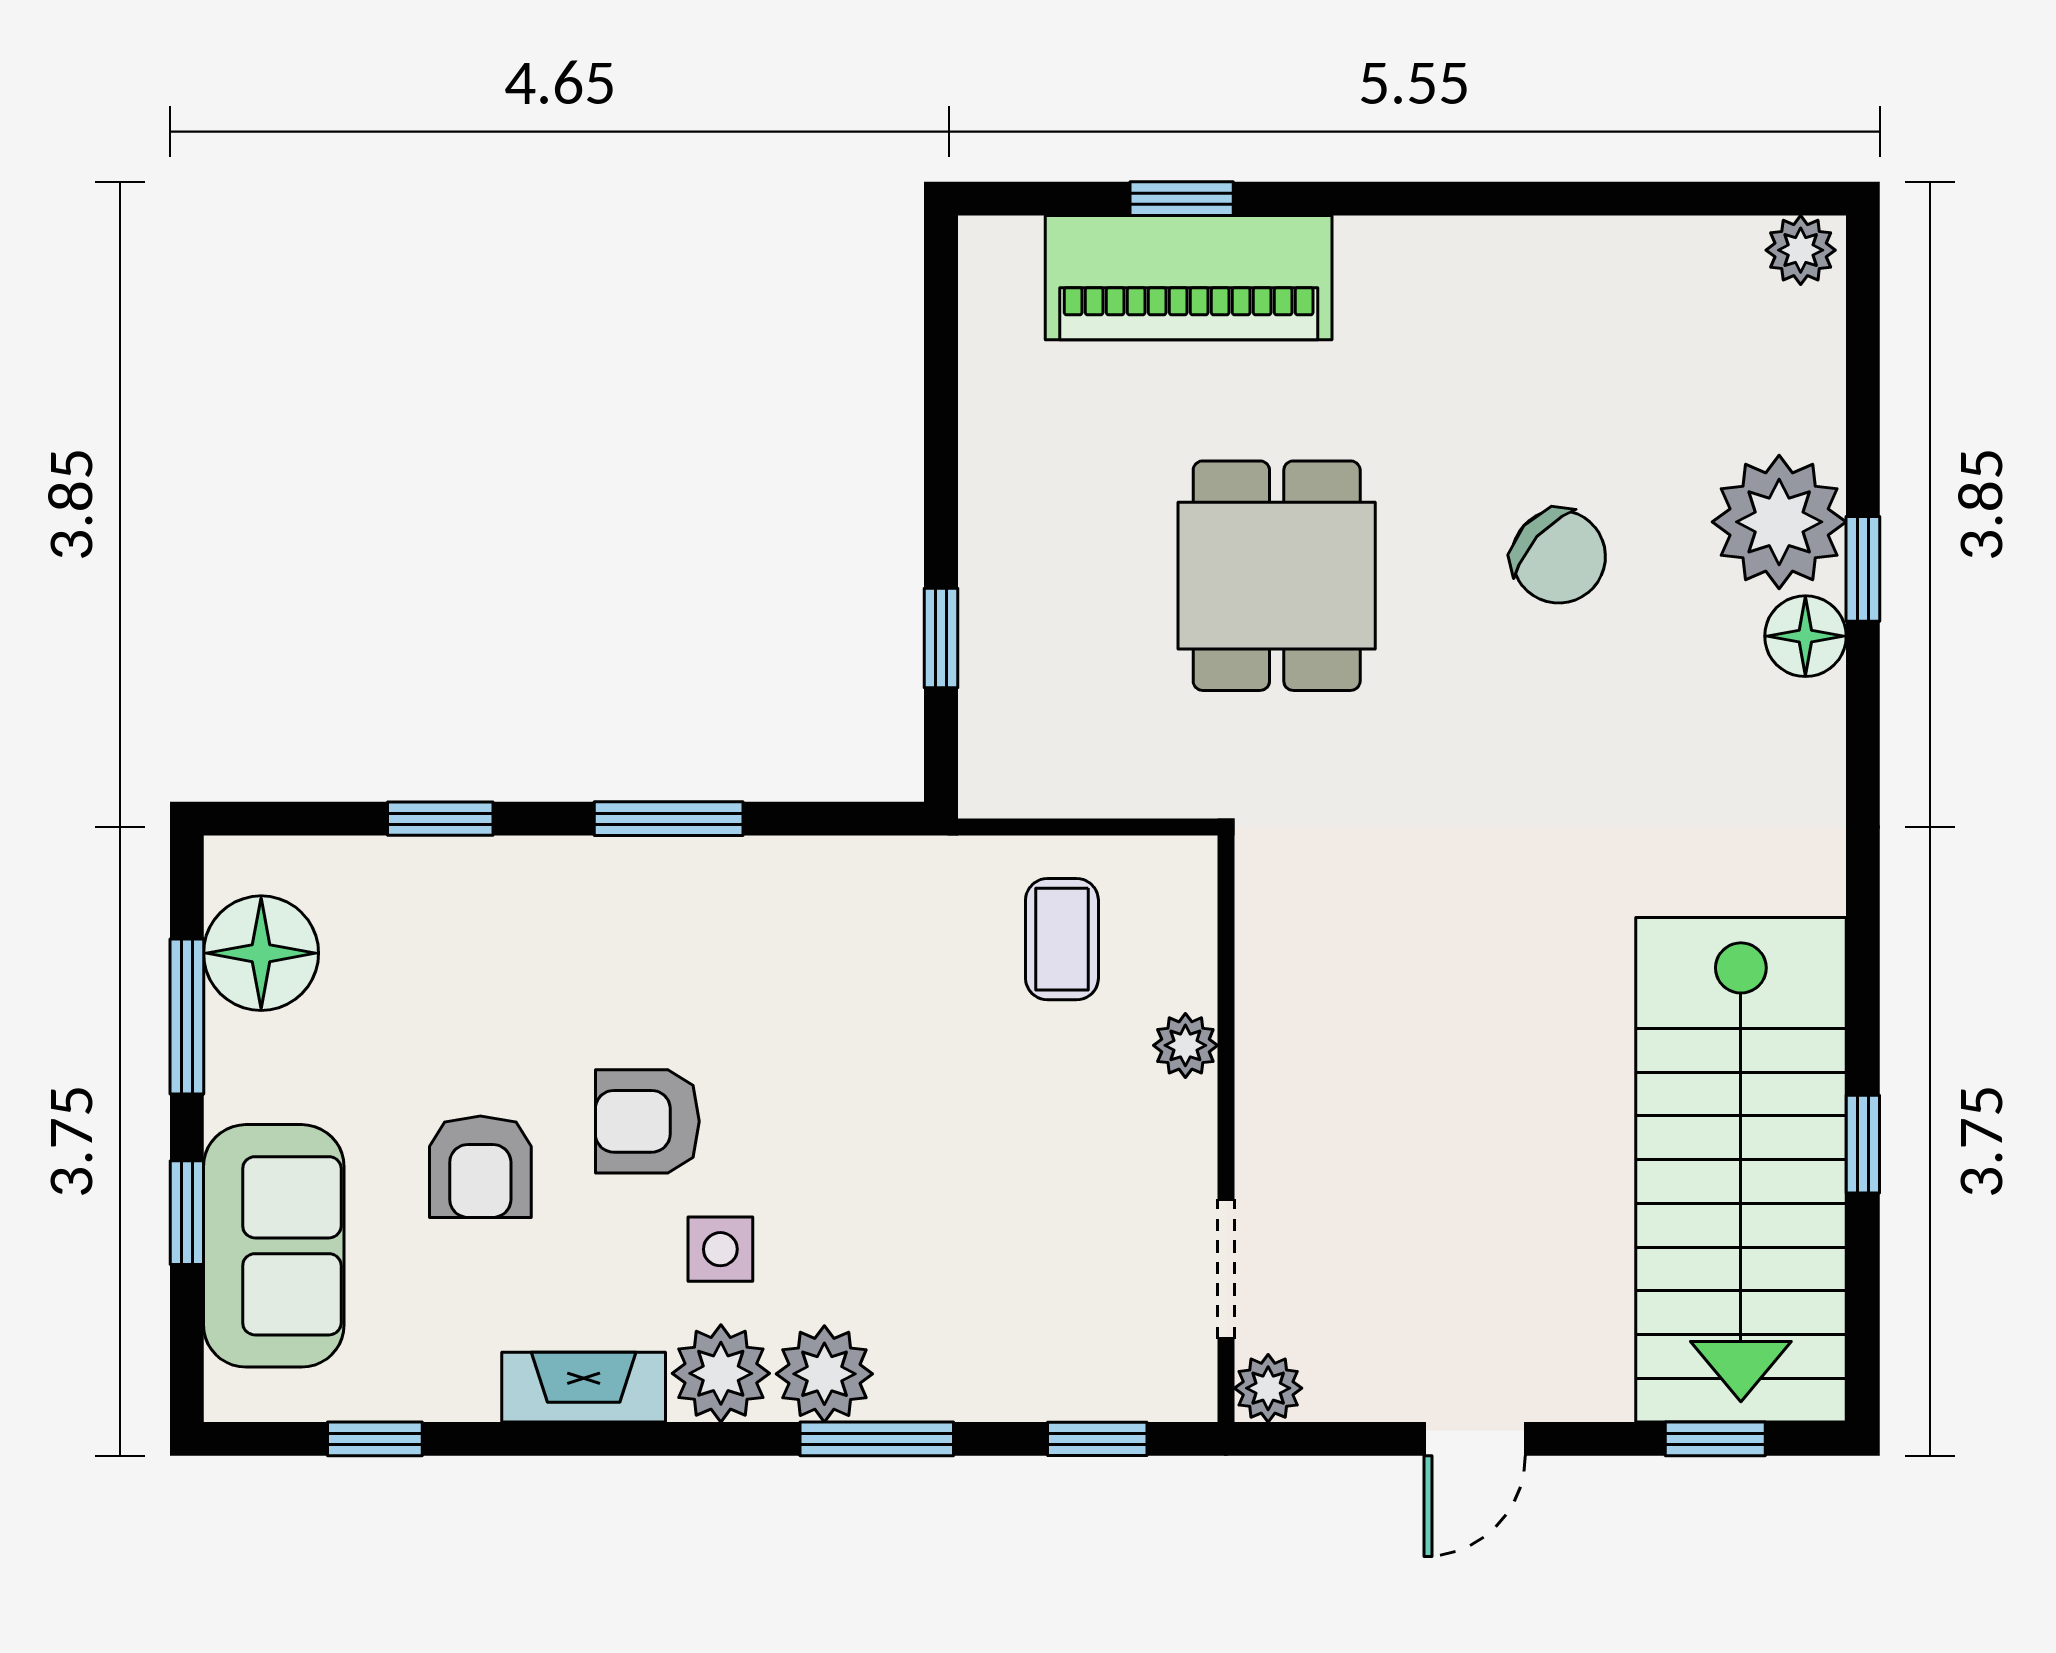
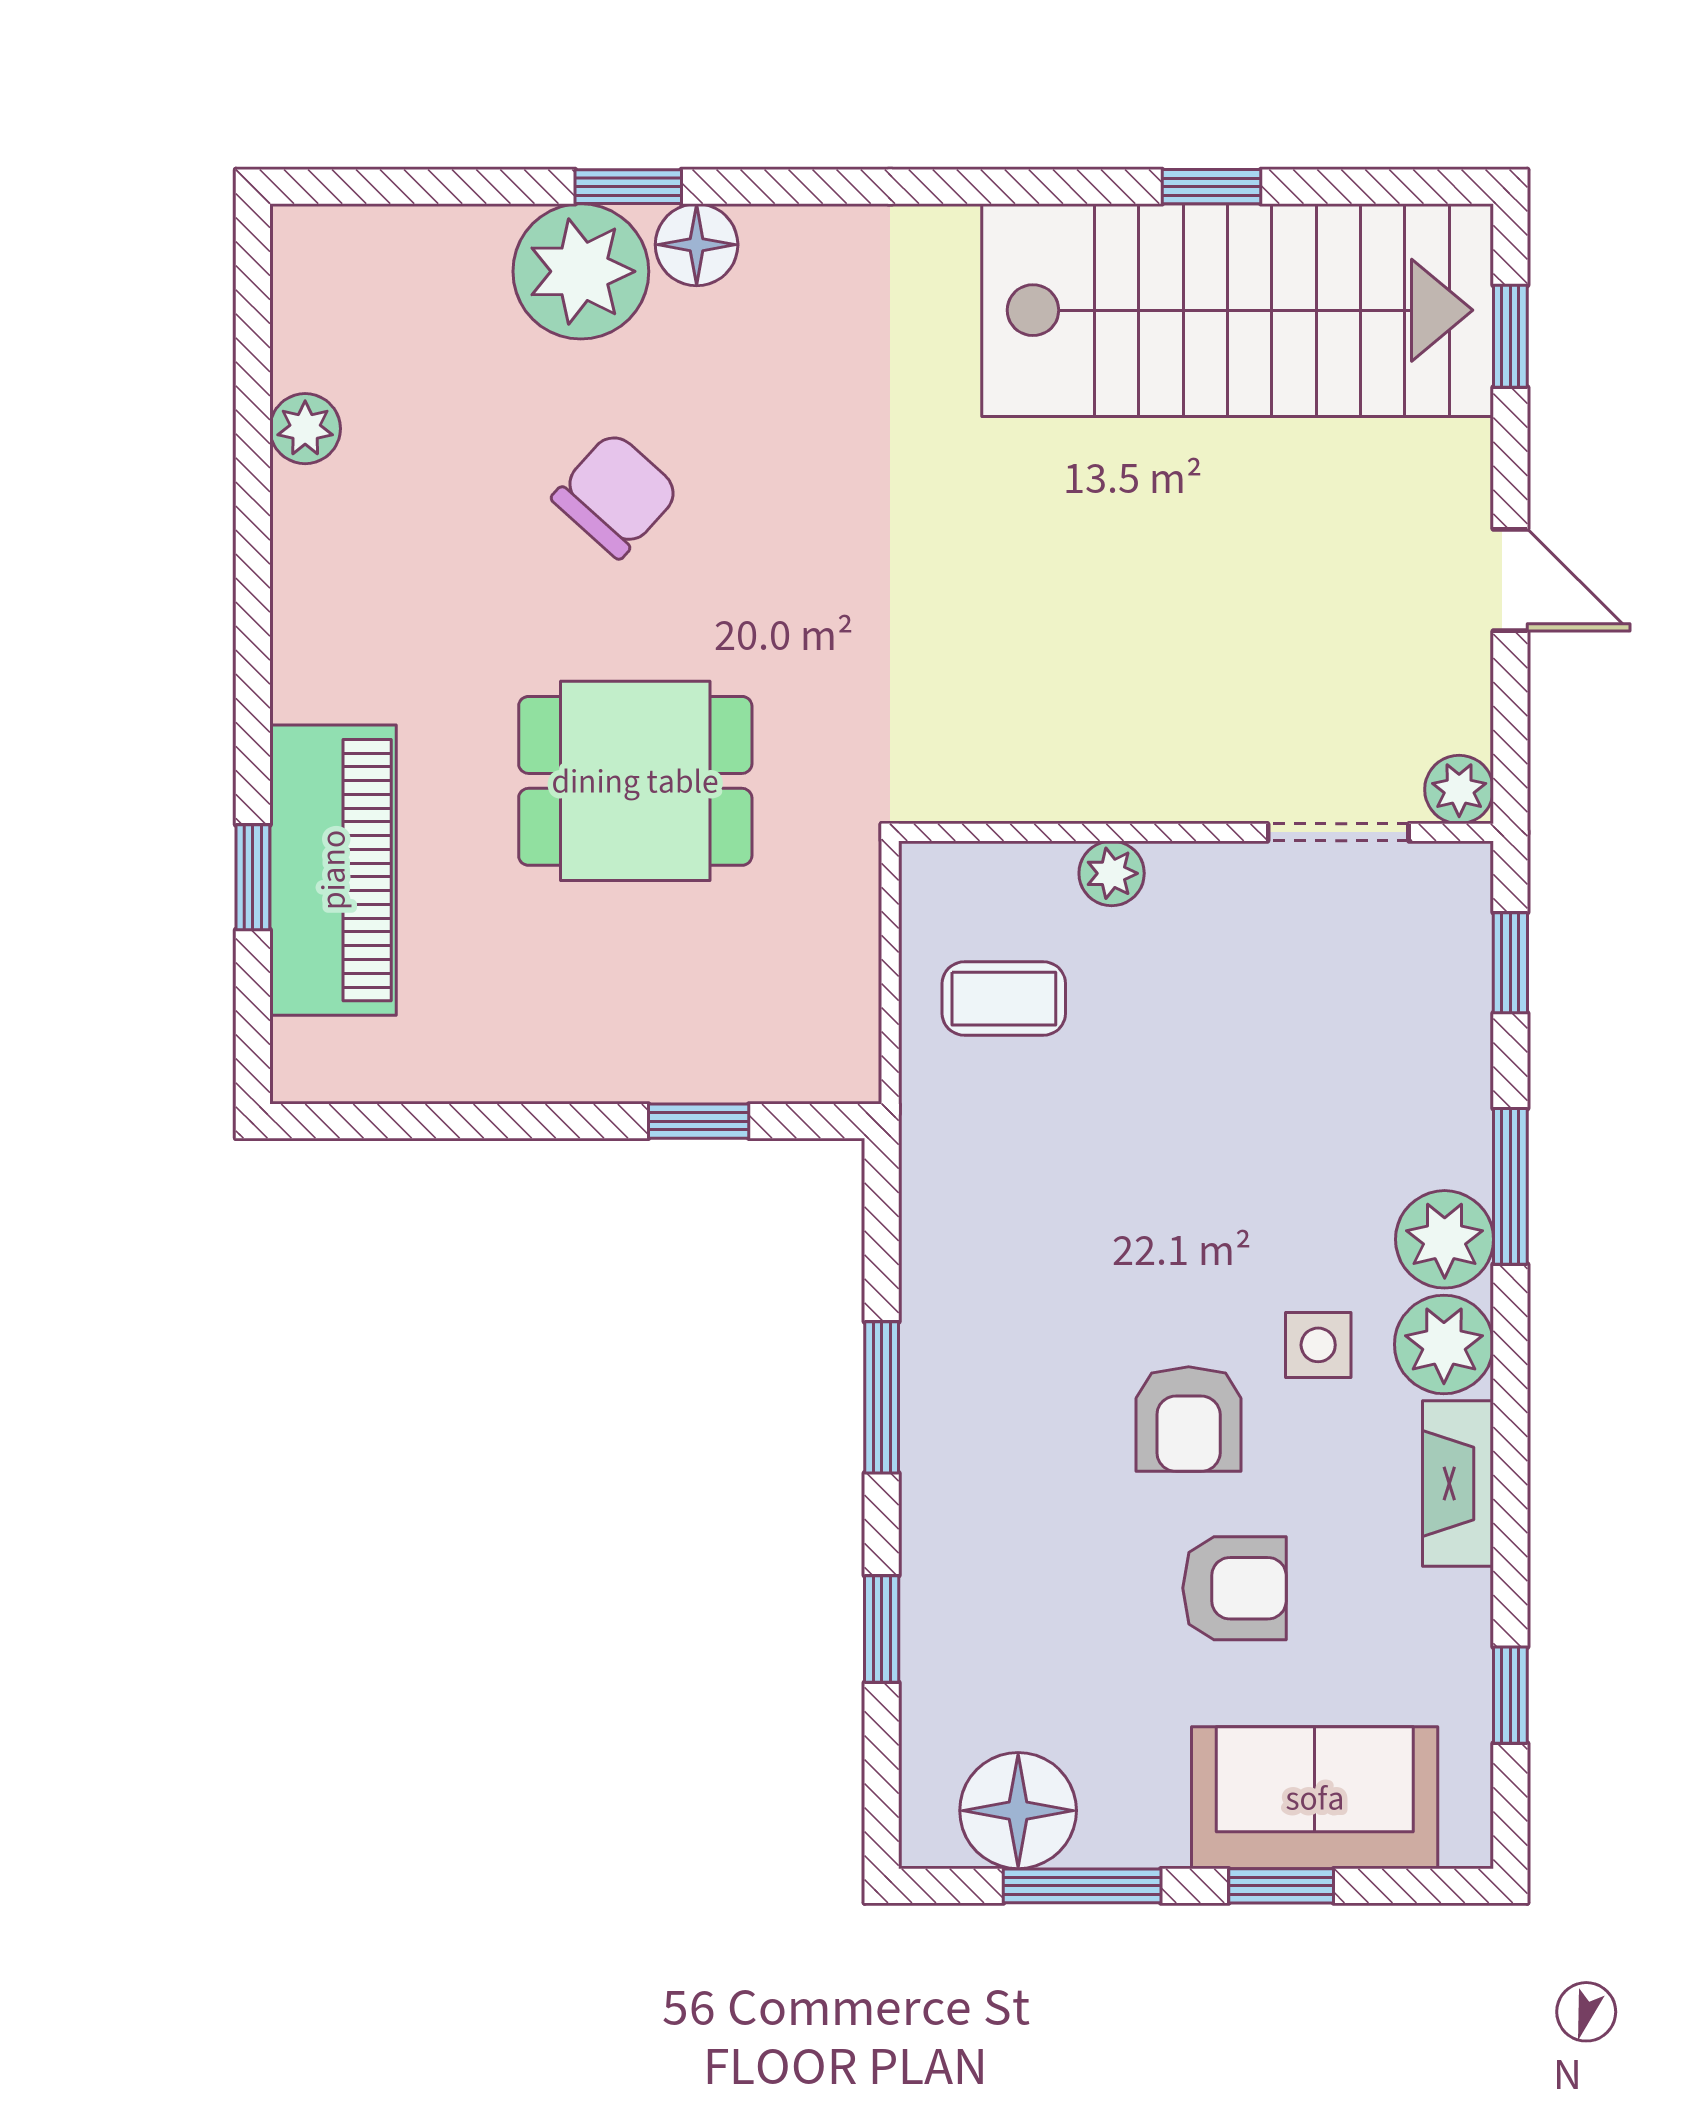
plant: (1801, 250) -> (305, 429), moved

